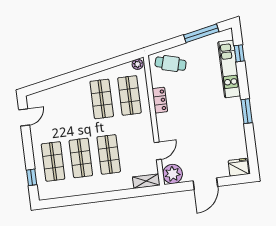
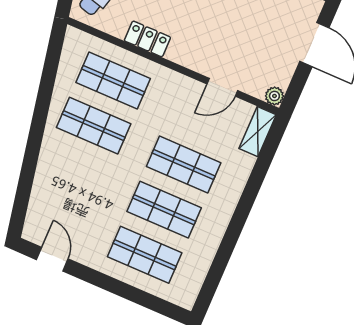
plant: (138, 64) -> (73, 40), removed
door: (158, 151) -> (222, 87), swing flipped
plant: (173, 174) -> (274, 96), width x0.53, depth x0.53
window: (32, 177) -> (149, 301), removed

